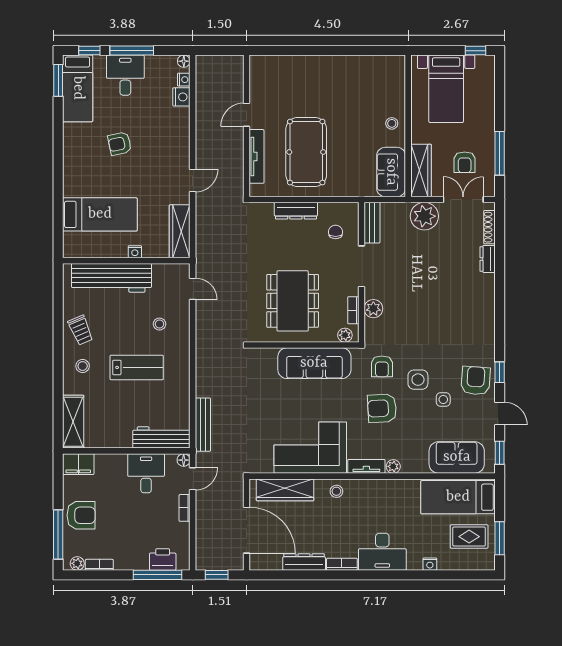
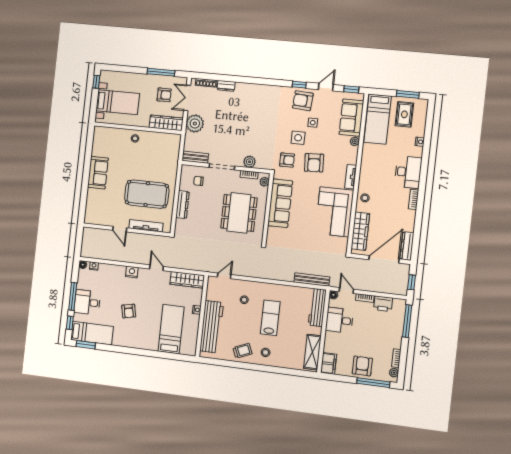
nightstand: (181, 97) -> (132, 272), moved
sofa: (391, 172) -> (98, 173), moved, turned -90
dining table: (293, 301) -> (239, 213), turned 90
shelving: (73, 422) -> (312, 352), moved, turned 90
plant: (393, 466) -> (355, 141), moved
printer: (163, 559) -> (383, 304), moved, turned -90
dresser: (304, 562) -> (407, 246), moved

